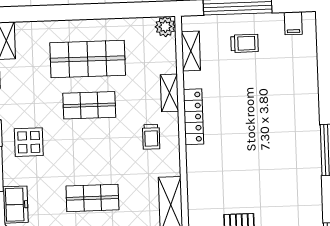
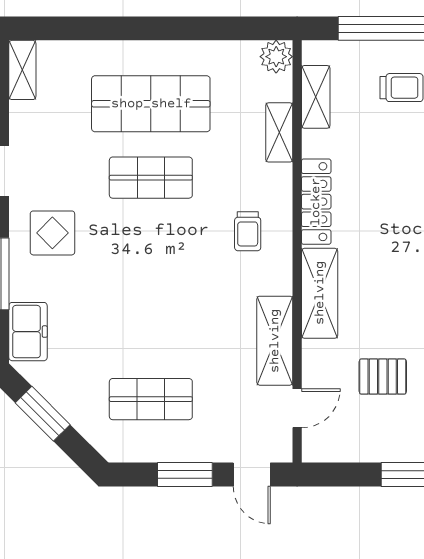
shelving: (169, 93) -> (279, 132), moved
shelving: (198, 174) -> (320, 293), added
shop shelf: (92, 198) -> (151, 325), removed

